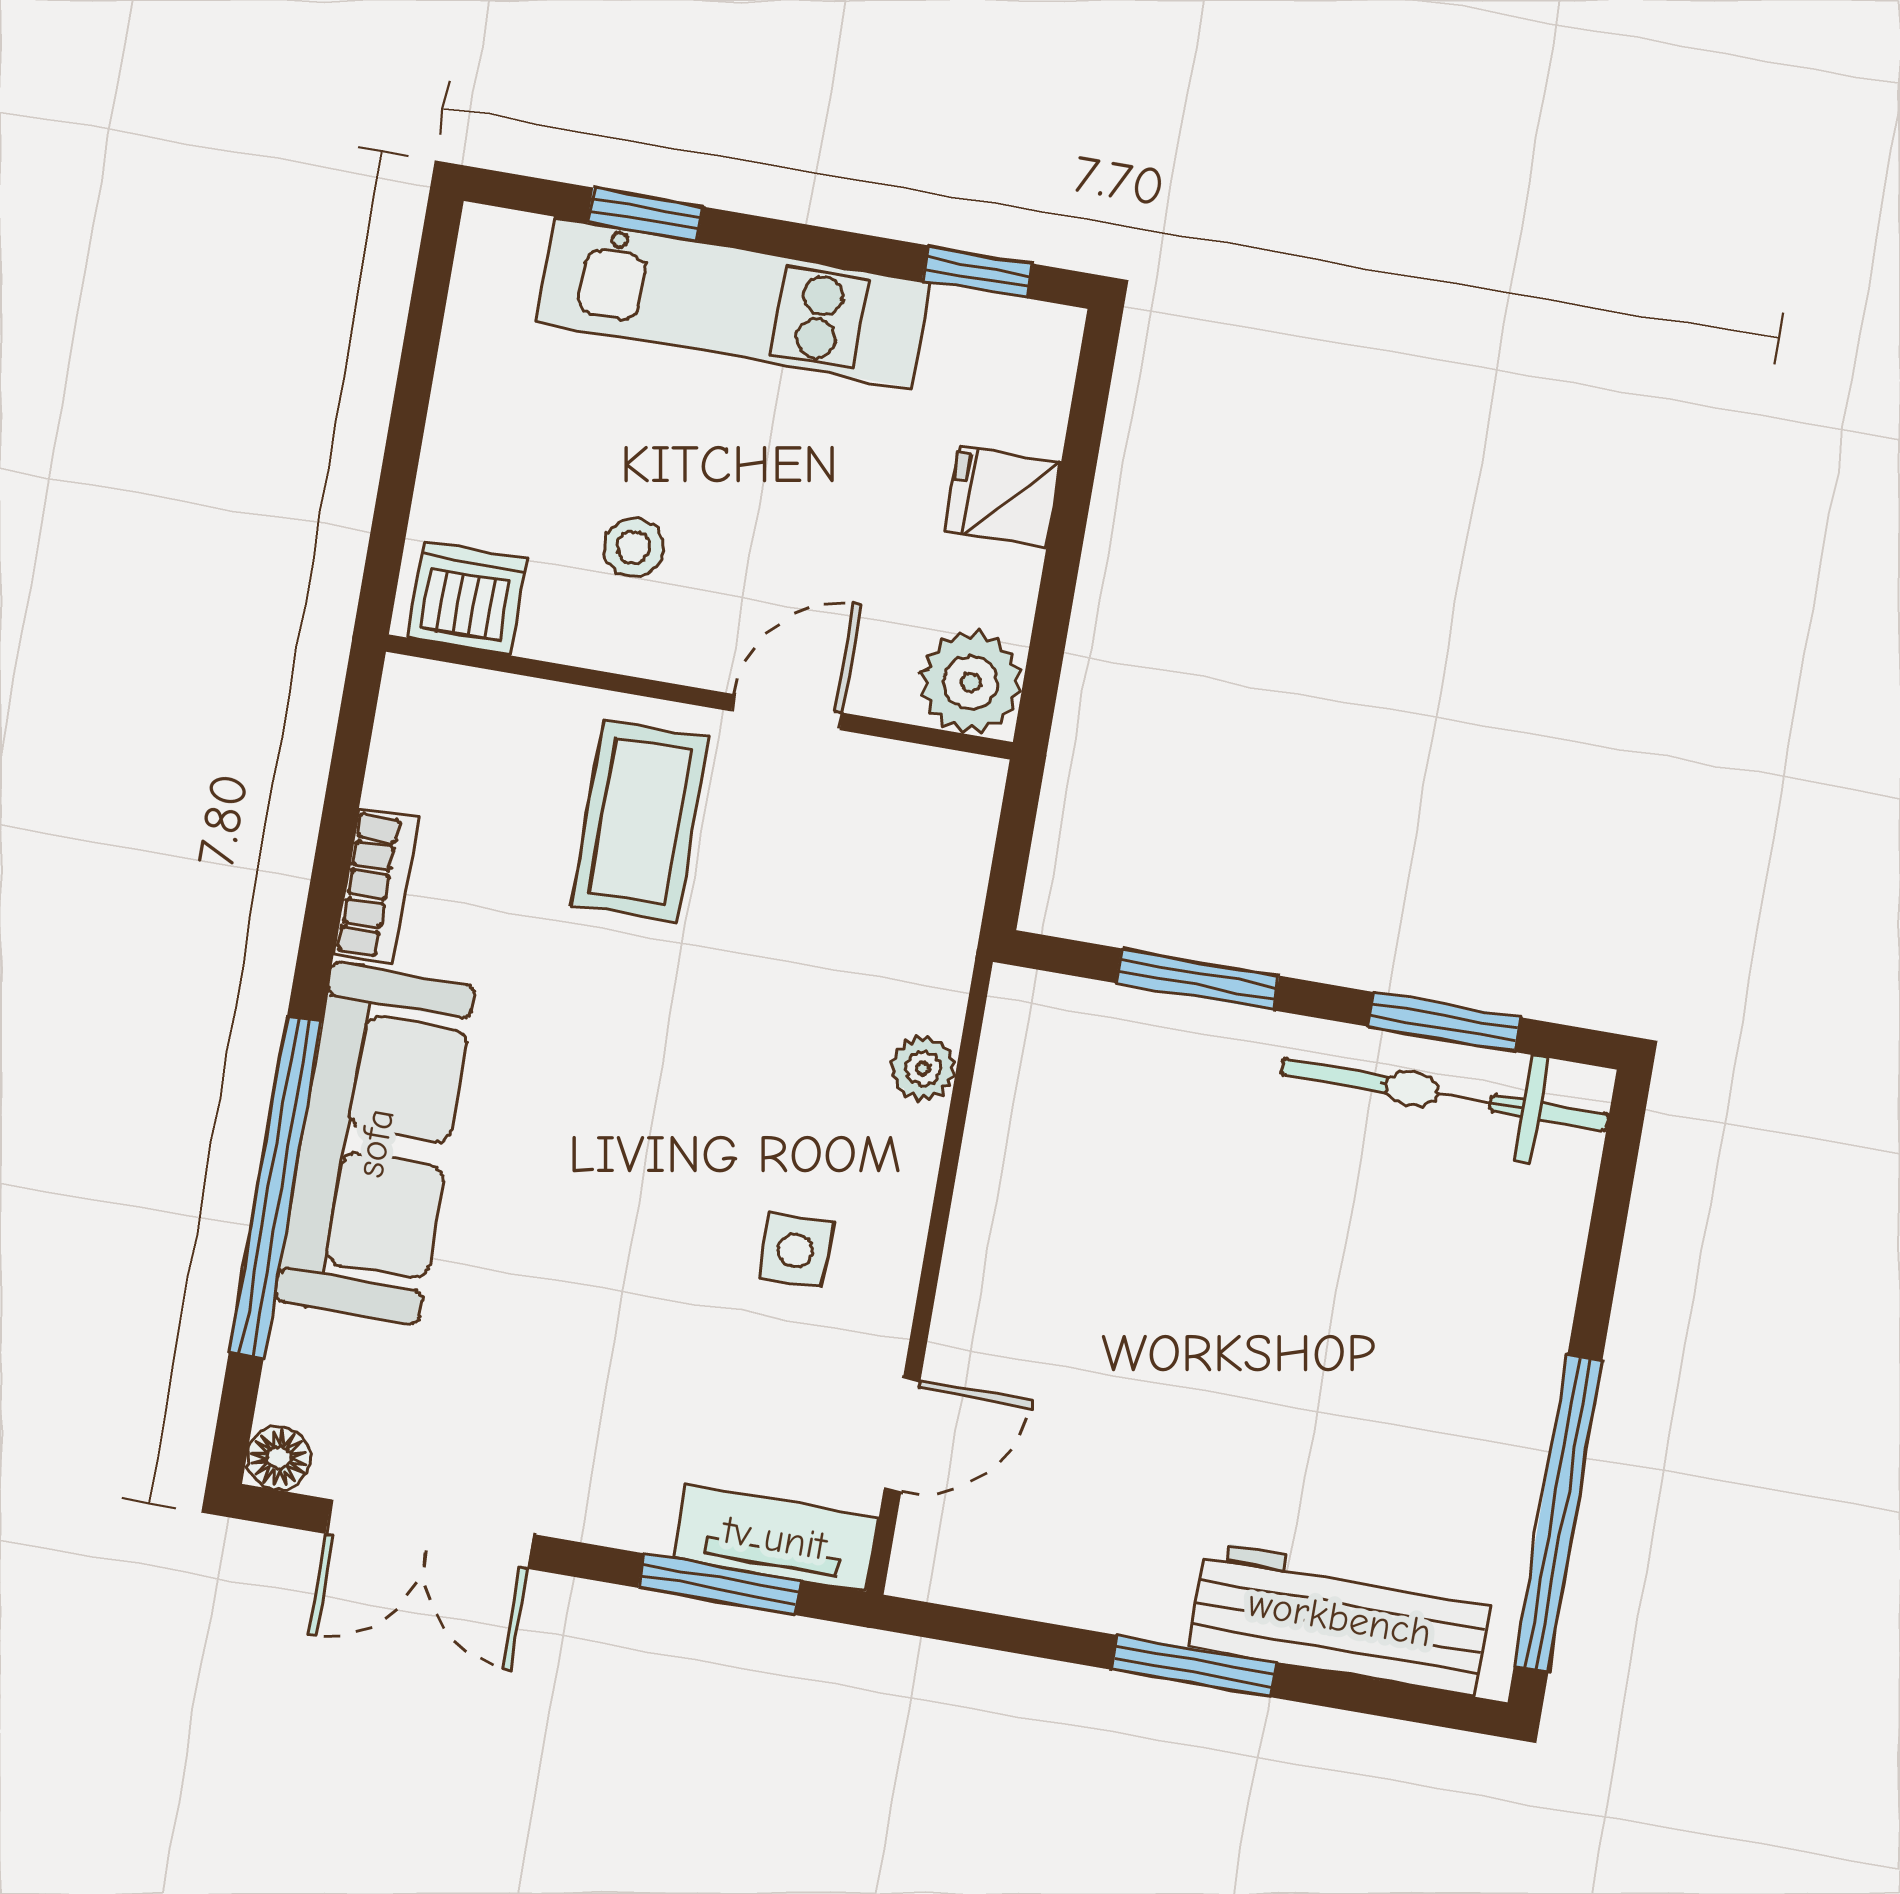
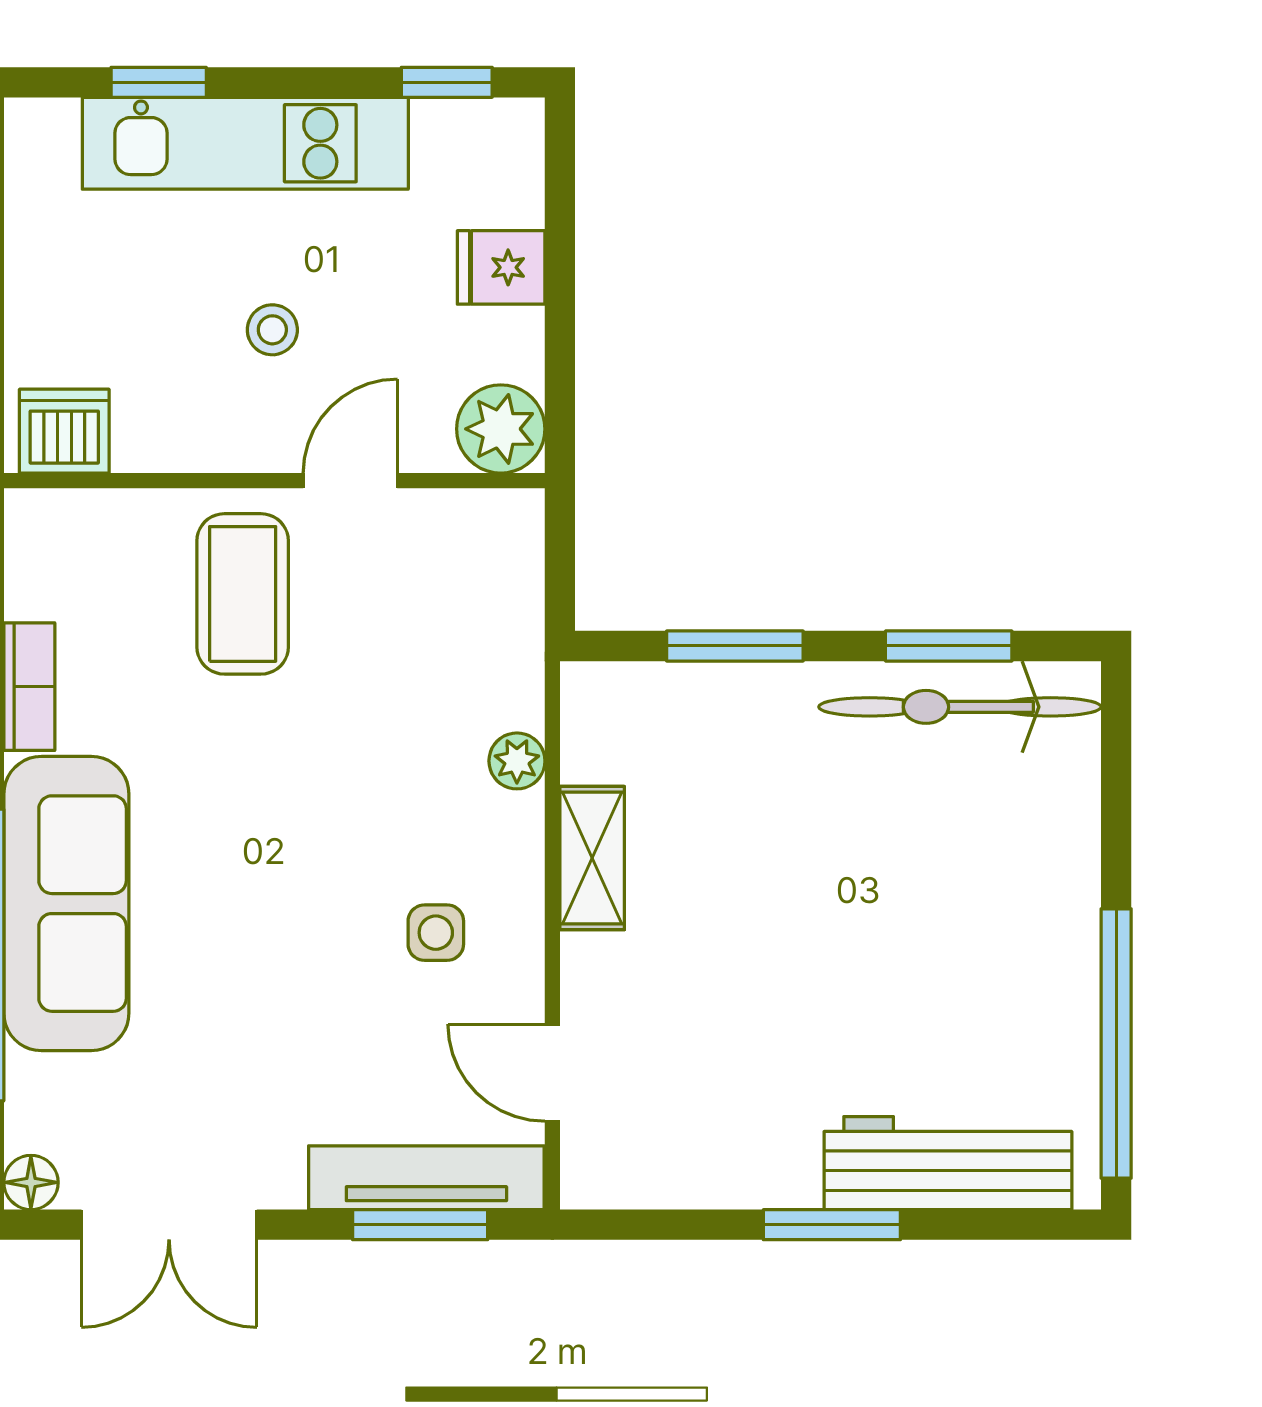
stool: (634, 547) -> (272, 330), moved
shelving: (991, 1196) -> (592, 858), added
door: (902, 1435) -> (552, 1073), swing flipped
tv unit: (775, 1538) -> (426, 1178), width x1.41

